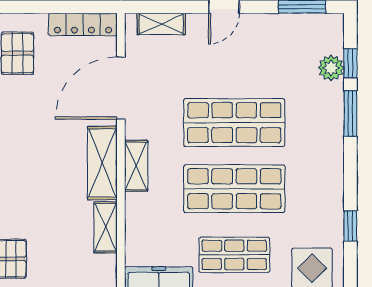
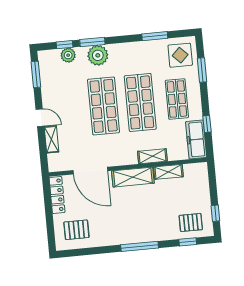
shelving: (161, 24) -> (52, 139), moved
plant: (326, 121) -> (98, 55), added
shelving: (136, 166) -> (152, 156), moved
window: (350, 226) -> (155, 36), width x1.50

